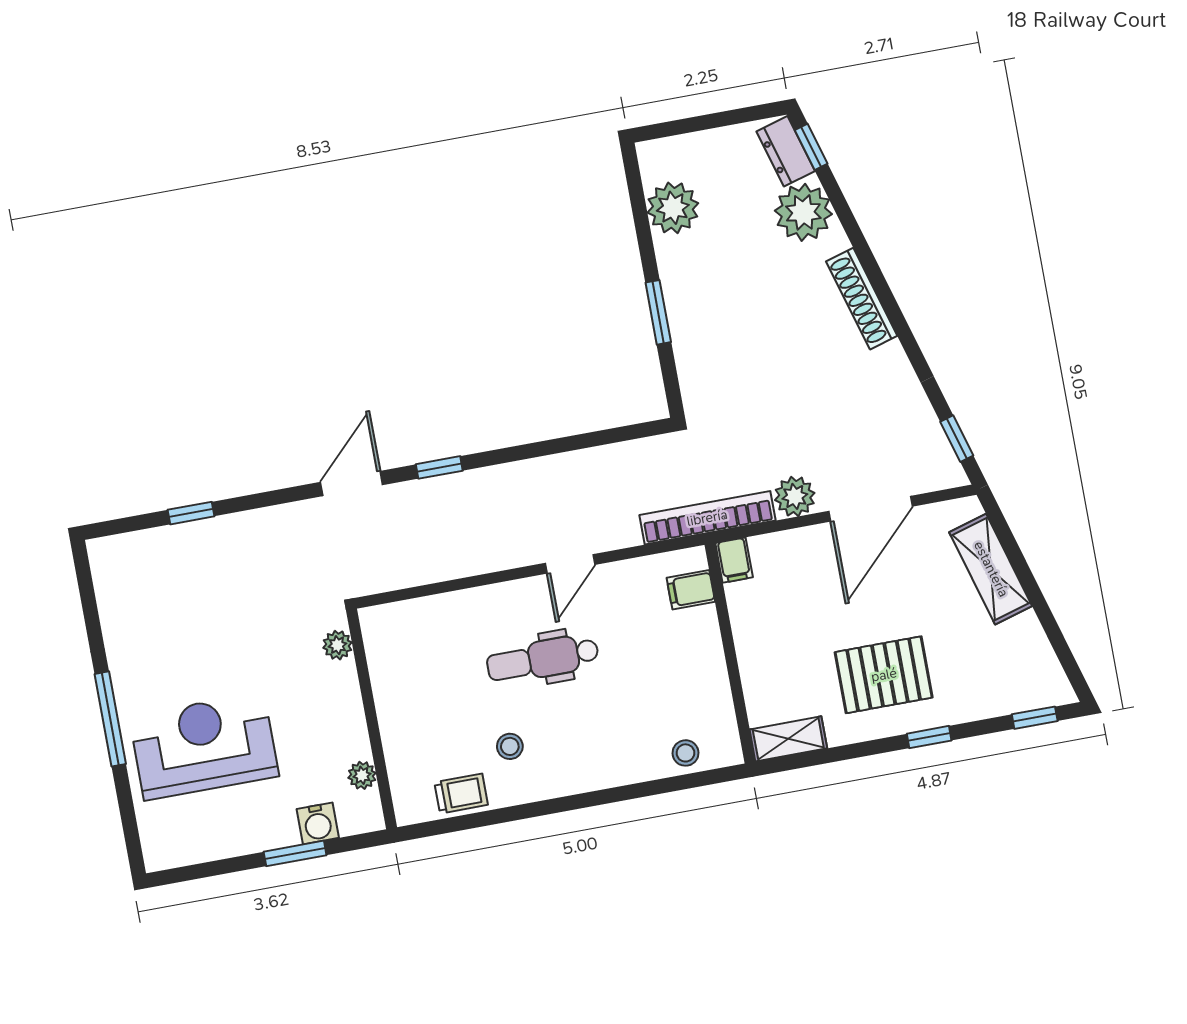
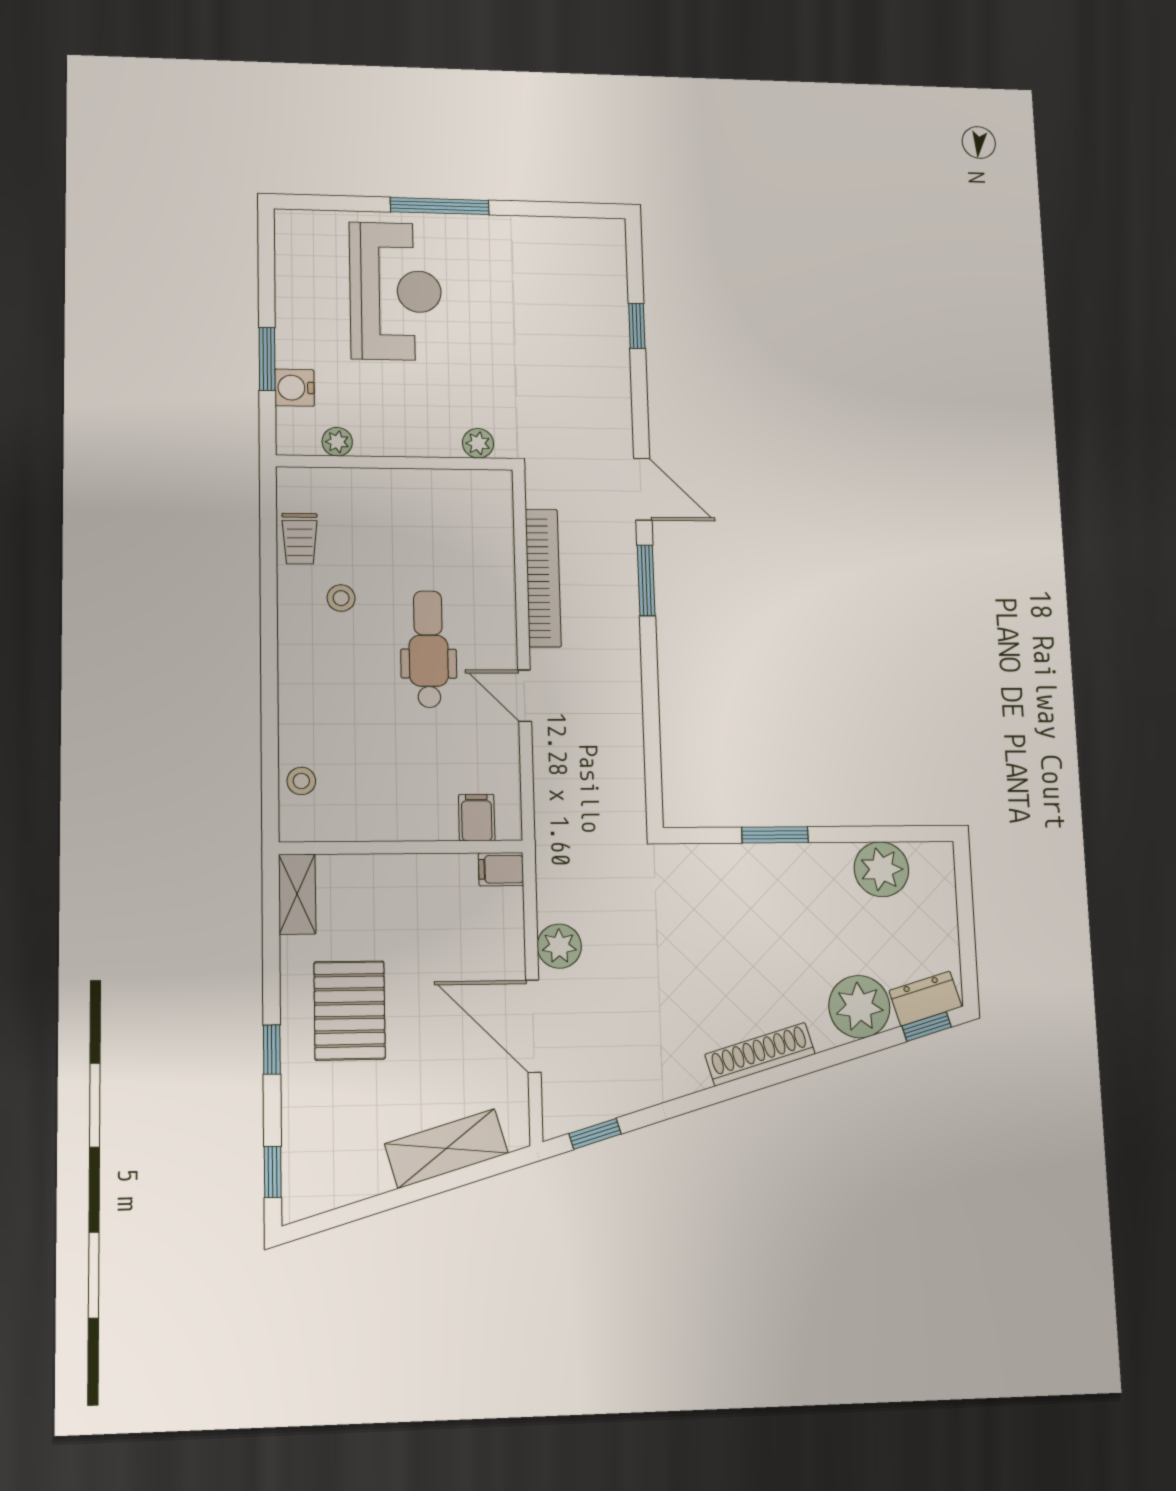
window: (439, 467) -> (646, 580), width x1.50
bookcase: (707, 518) -> (543, 578), moved

